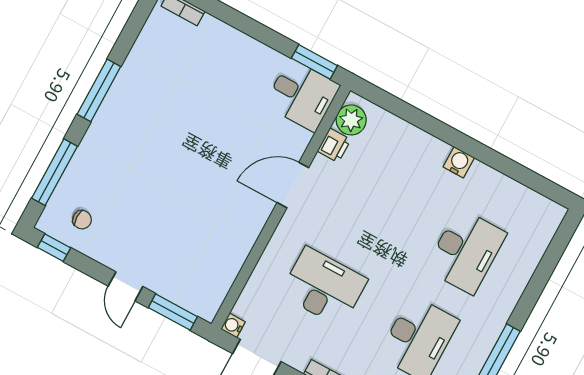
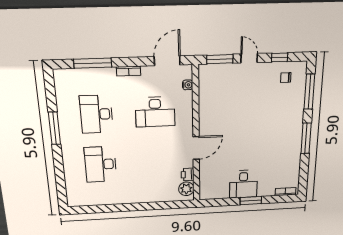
window: (314, 62) -> (251, 201), moved
desk: (302, 95) -> (243, 184), moved, turned -90
water cooler: (459, 162) -> (128, 198), removed
window: (54, 248) -> (280, 57), moved
water cooler: (233, 325) -> (188, 85), moved

